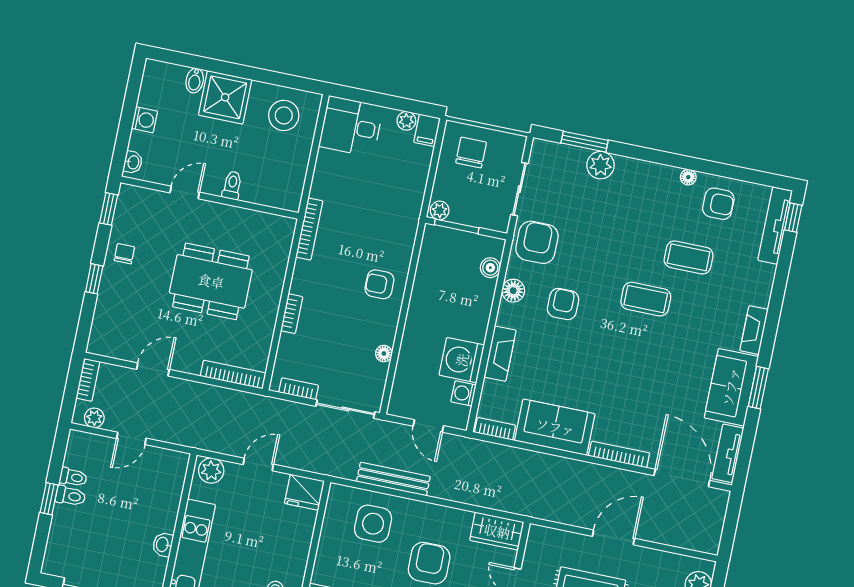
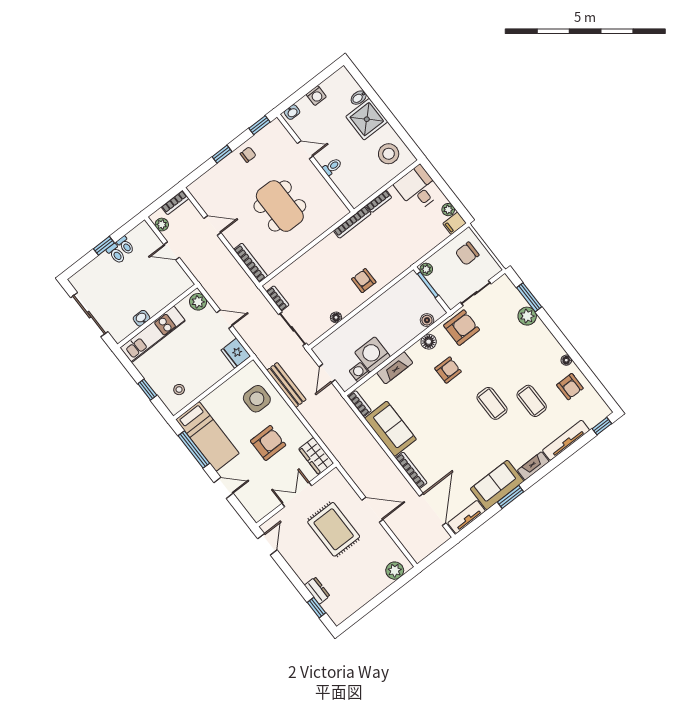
chair: (471, 153) -> (467, 254), turned 180
tv unit: (775, 226) -> (566, 440), moved
bookcase: (292, 314) -> (379, 201), moved

